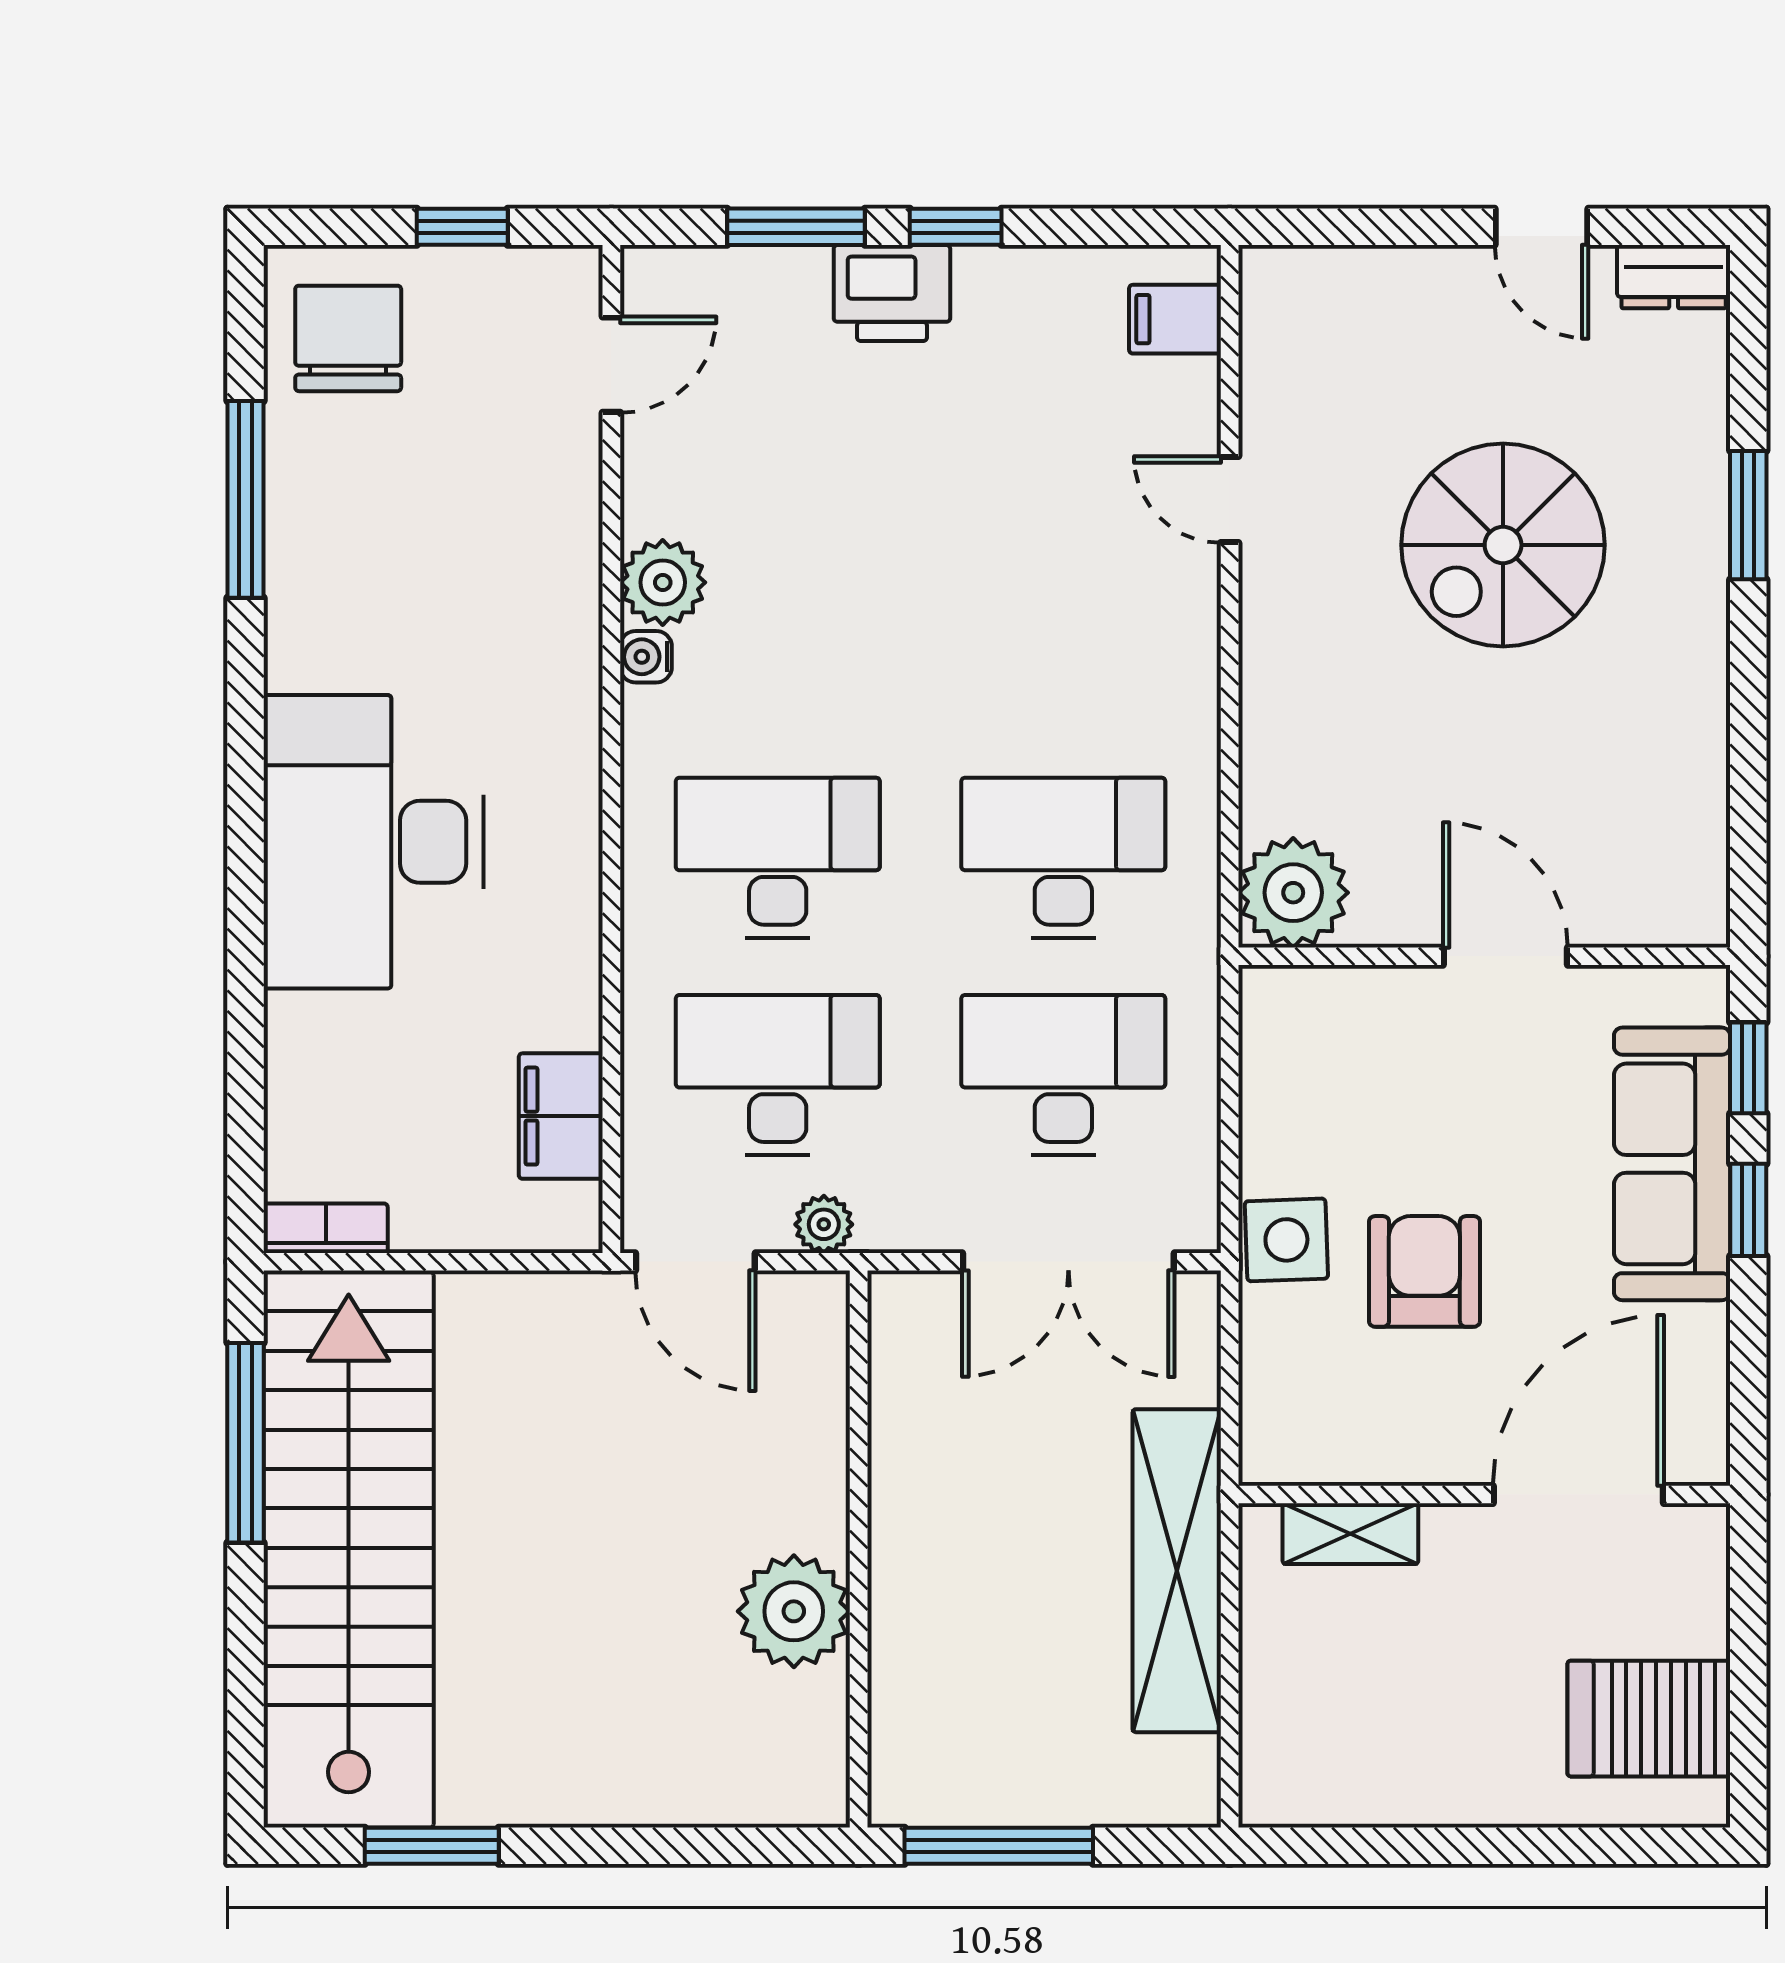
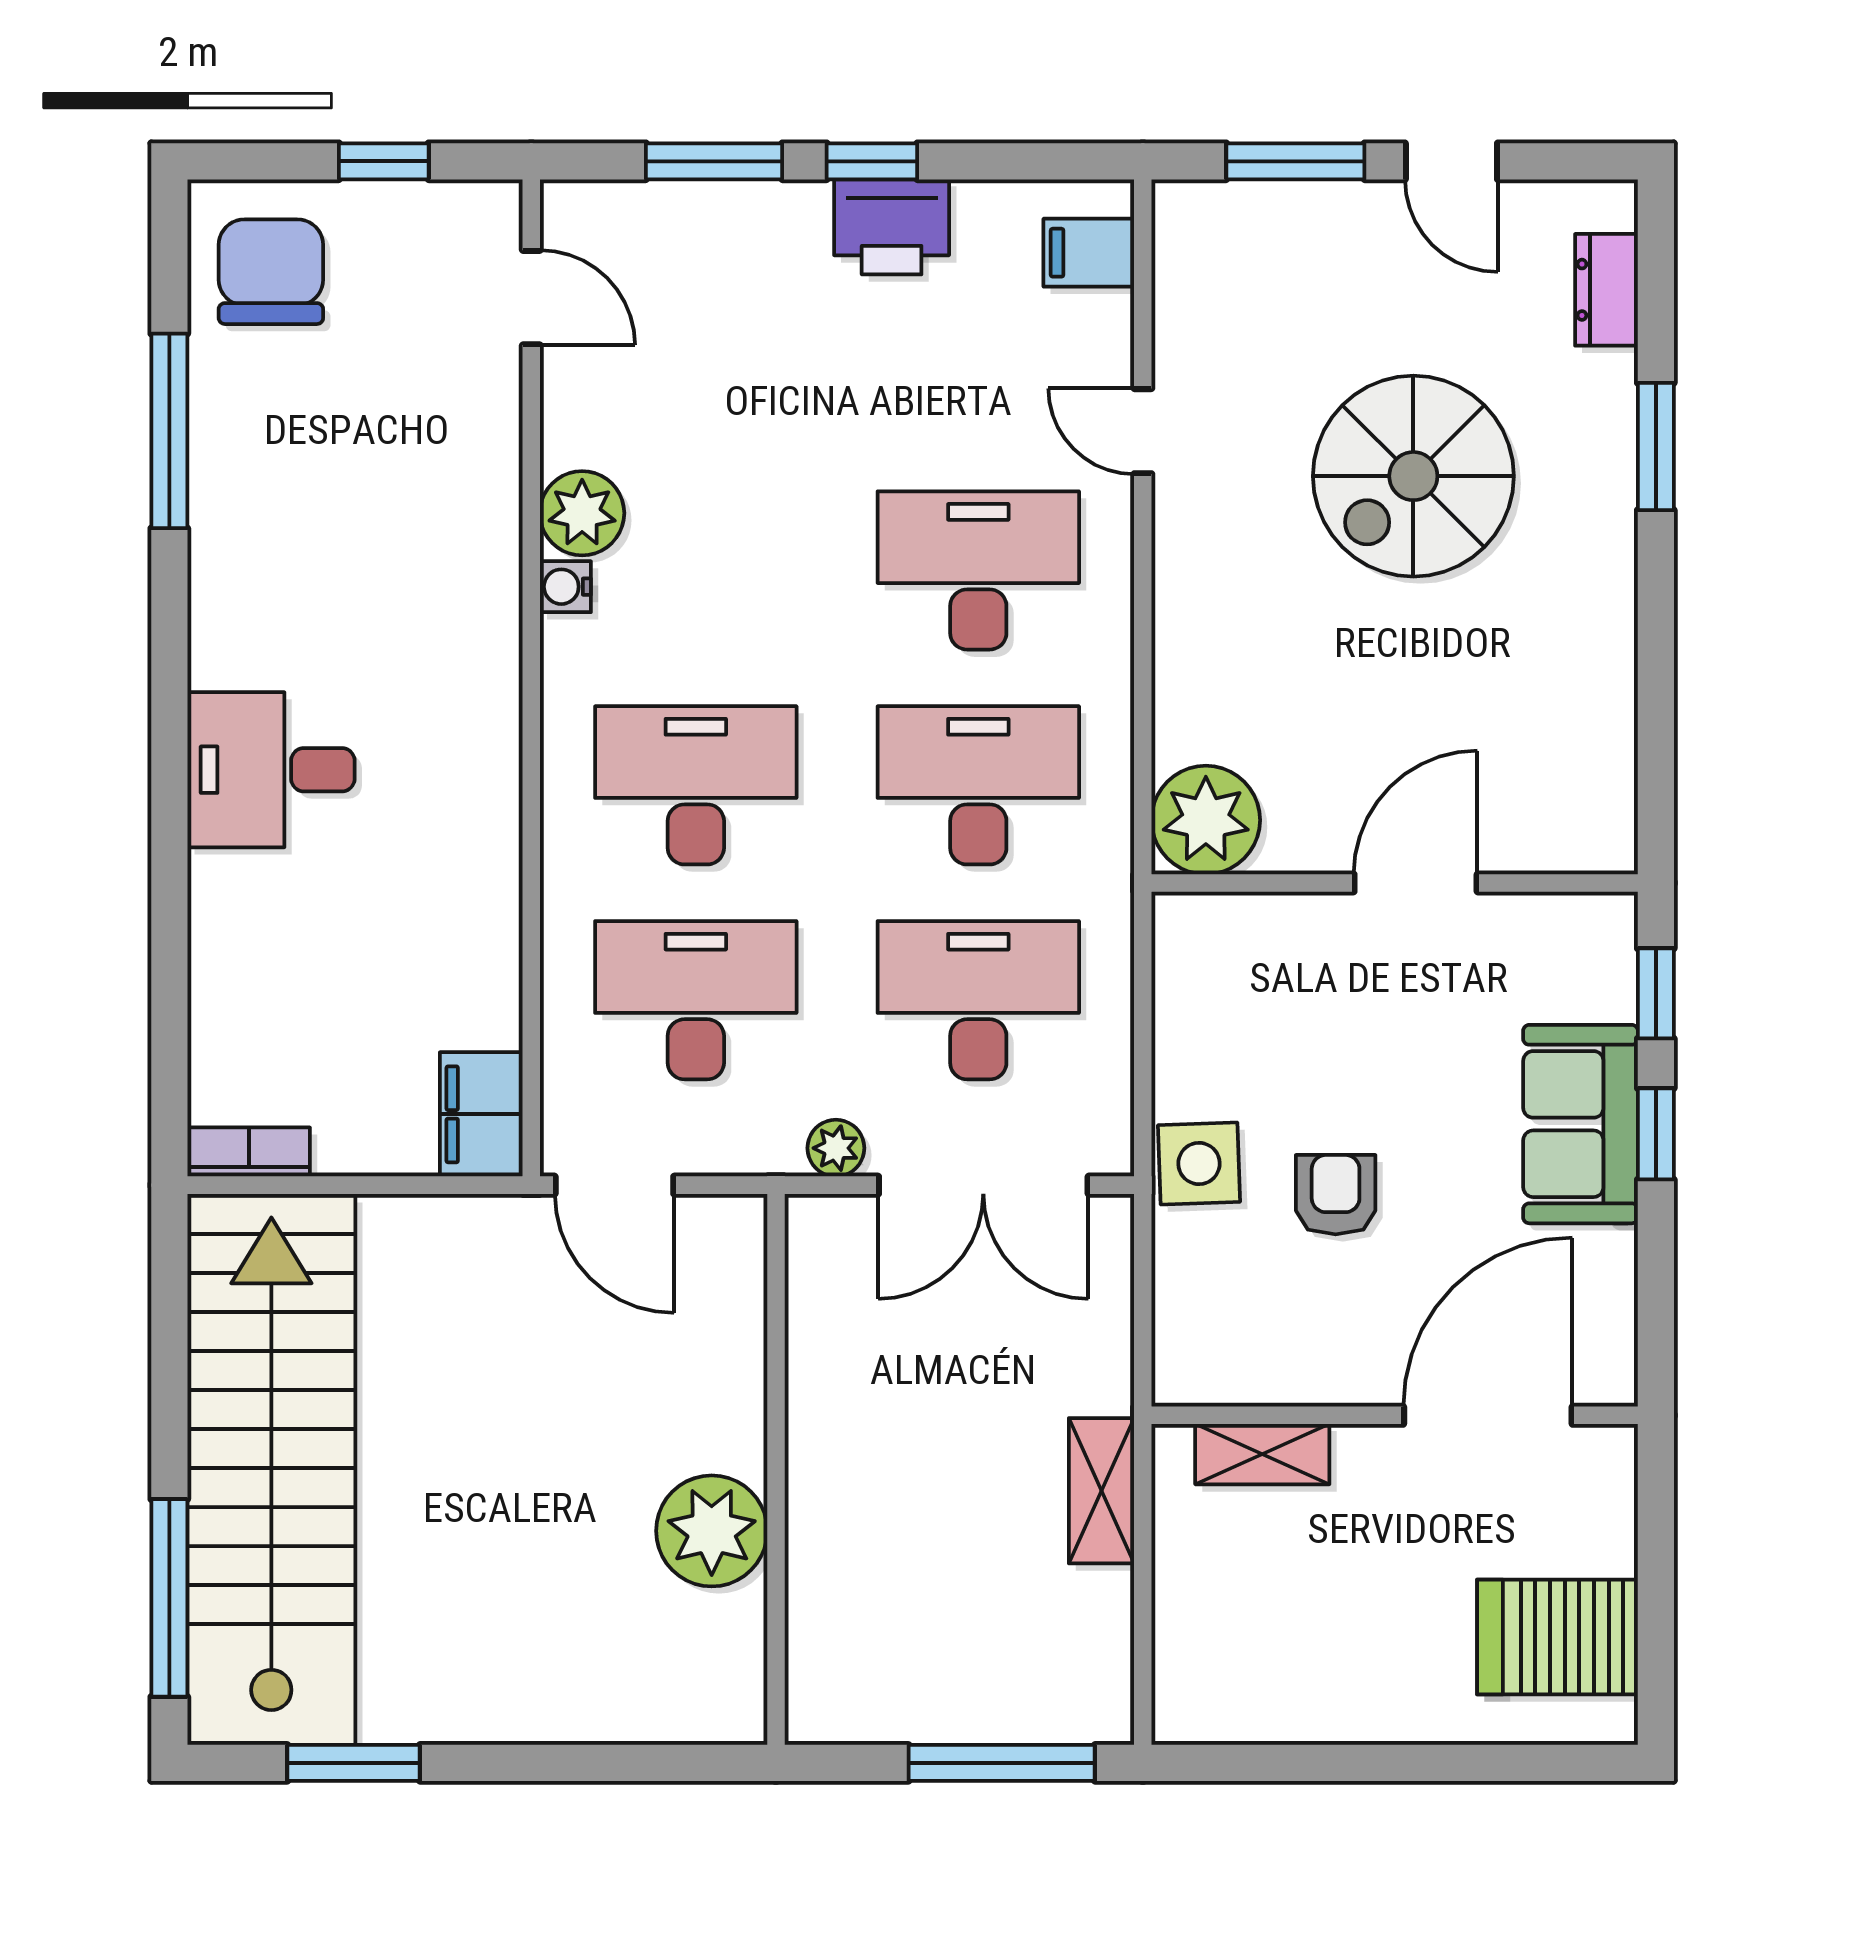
window: (1384, 227) -> (1295, 161), added
dresser: (1674, 277) -> (1606, 290), moved, turned 90
printer: (892, 293) -> (892, 227), moved
door: (611, 365) -> (531, 298), hinge flipped
desk: (1063, 640) -> (978, 570), added
desk: (374, 842) -> (271, 770), width x0.53, depth x0.77
door: (1505, 956) -> (1416, 883), hinge flipped
filing cabinet: (561, 1116) -> (481, 1114), moved
sofa: (1672, 1164) -> (1581, 1124), width x0.73
plant: (824, 1224) -> (836, 1148), moved
armchair: (1424, 1271) -> (1336, 1195), width x0.72, depth x0.72
window: (246, 1443) -> (169, 1598), moved
shelving: (1177, 1571) -> (1101, 1491), width x0.45, depth x0.75
window: (999, 1846) -> (1002, 1763), moved

